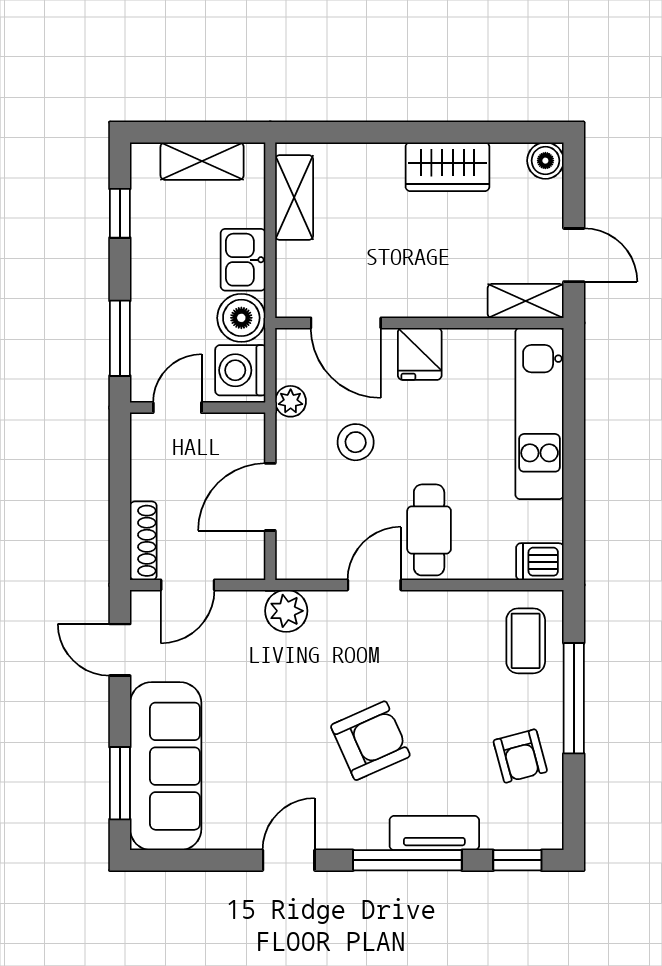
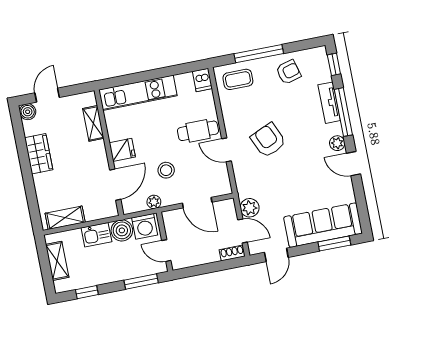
door: (574, 255) -> (47, 95), moved
shelving: (526, 301) -> (93, 123), moved
shoe rack: (143, 541) -> (232, 253), width x0.70
plant: (286, 611) -> (250, 208), moved
armchair: (370, 741) -> (268, 140), moved
plant: (341, 833) -> (337, 143), added

